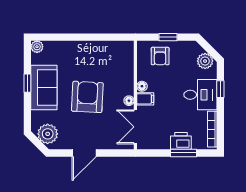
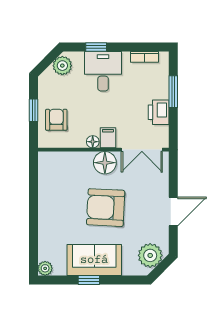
armchair: (160, 56) -> (56, 120), turned -90
floor lamp: (129, 101) -> (105, 163), width x1.89, depth x1.89
bookcase: (212, 129) -> (145, 57), width x0.64
printer: (181, 141) -> (159, 112), moved
door: (84, 153) -> (173, 212), hinge flipped

